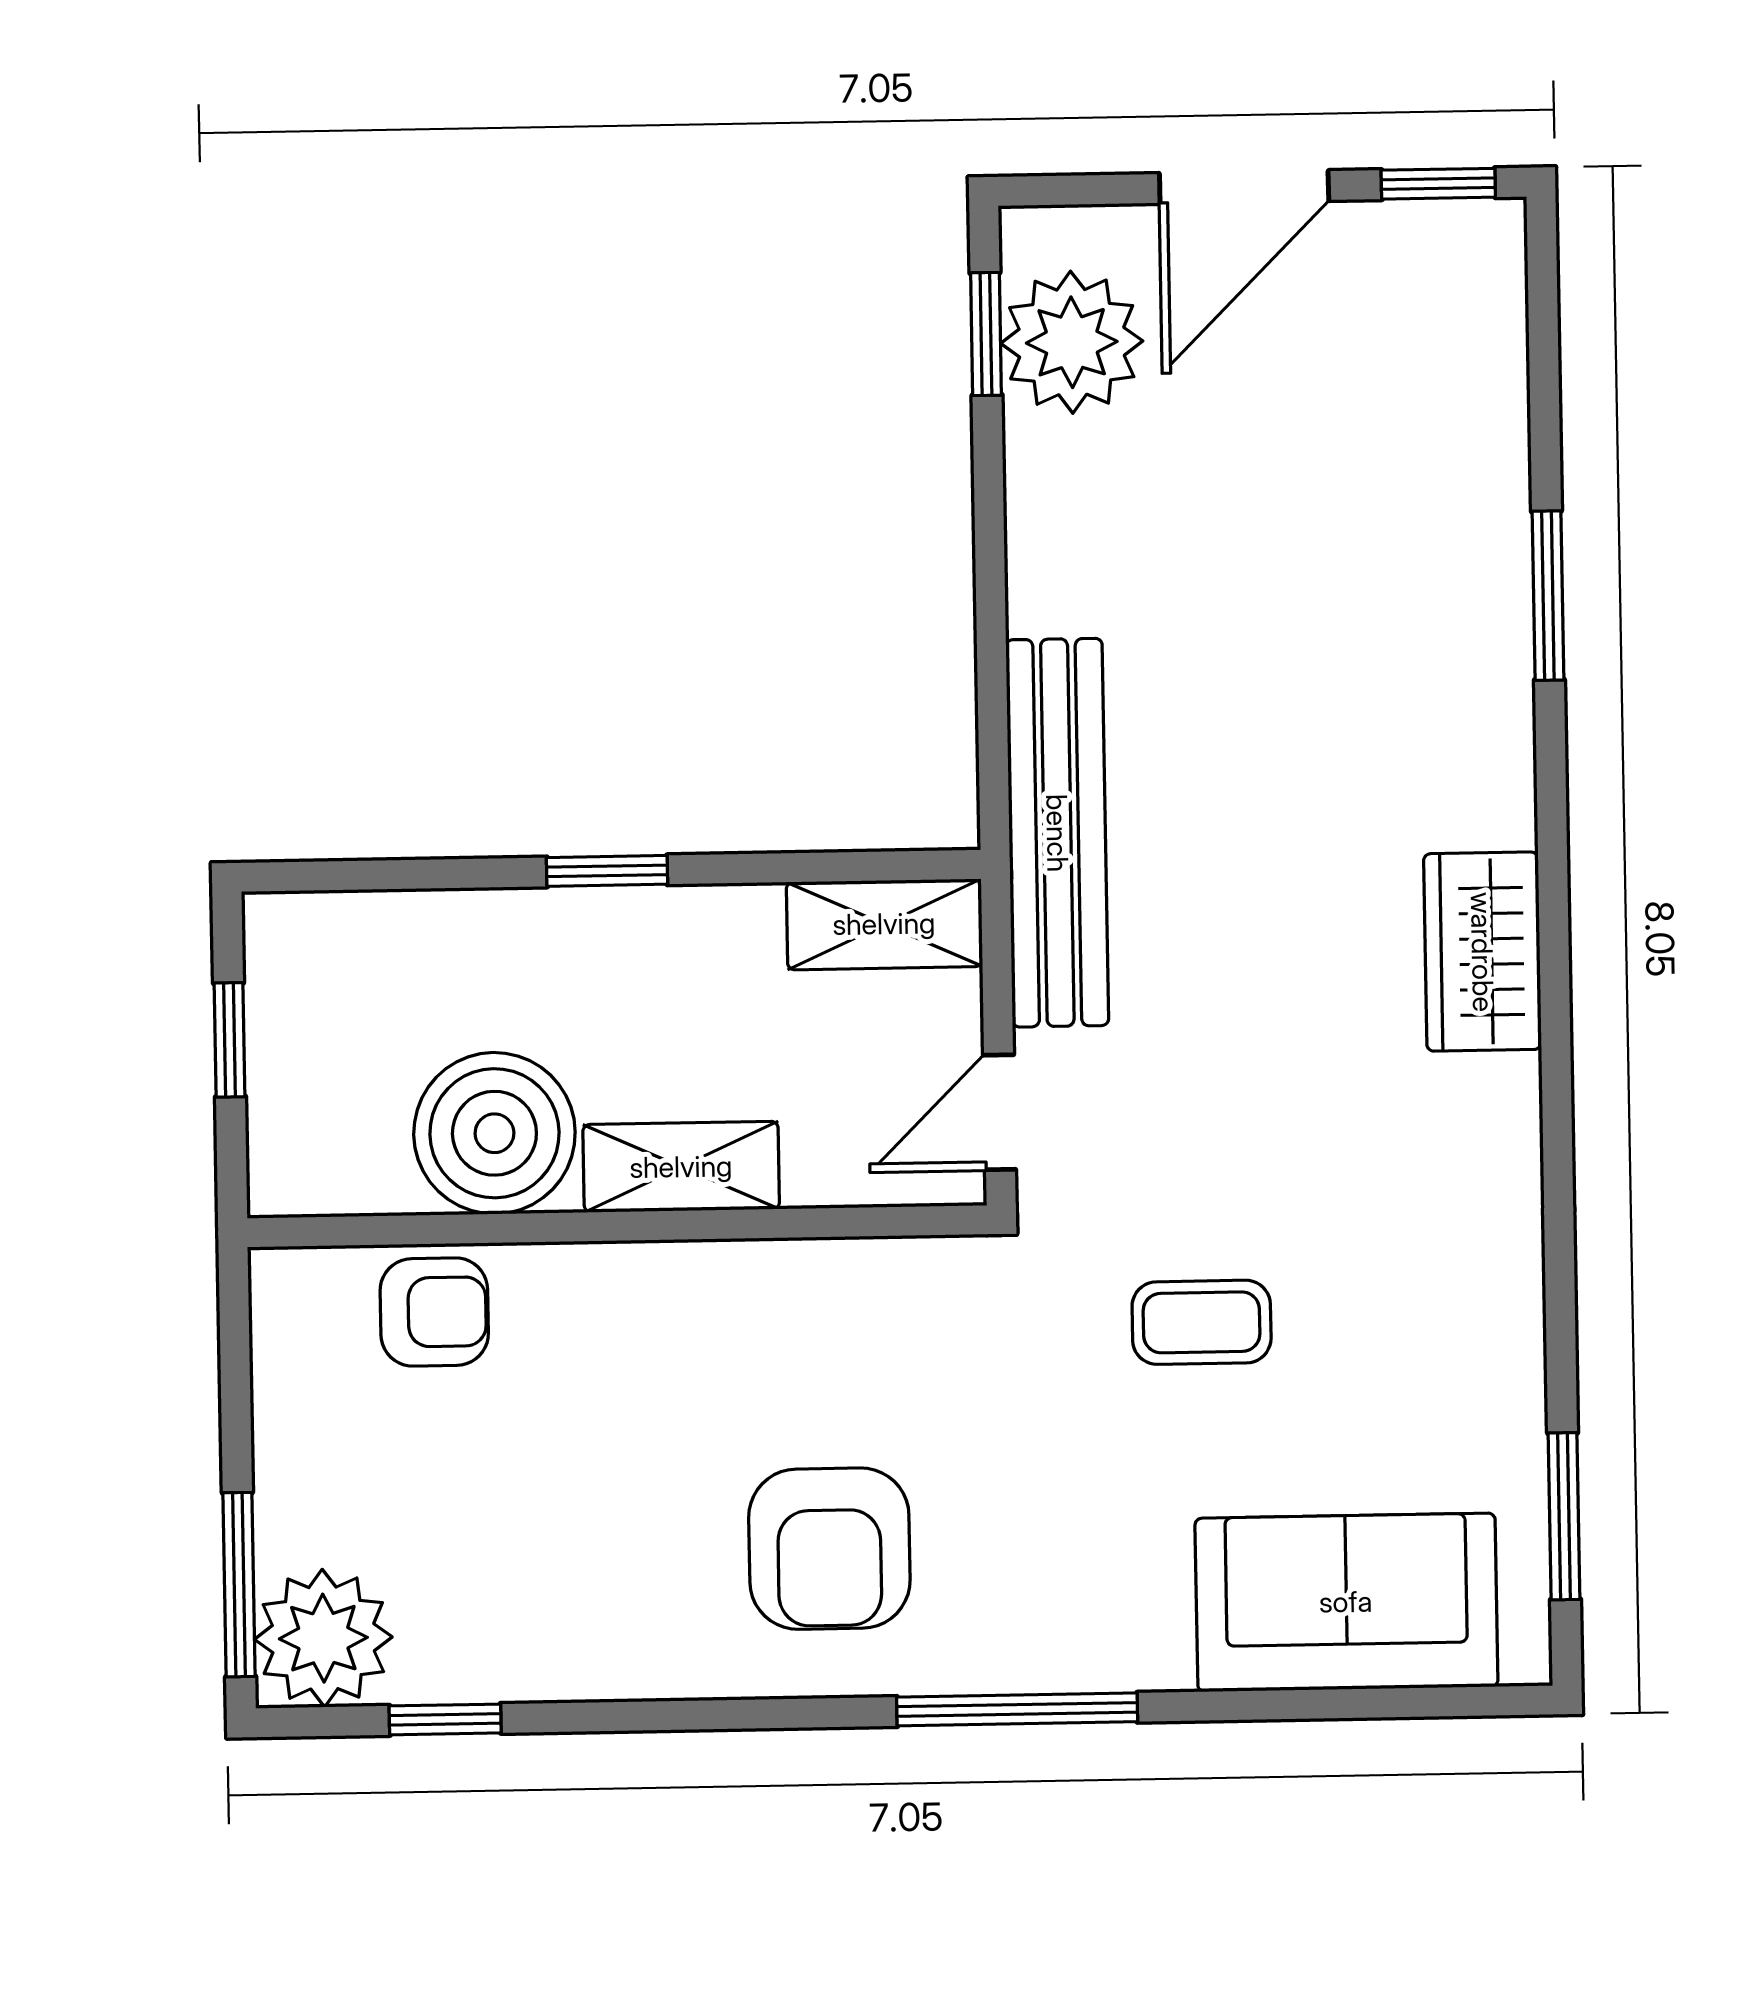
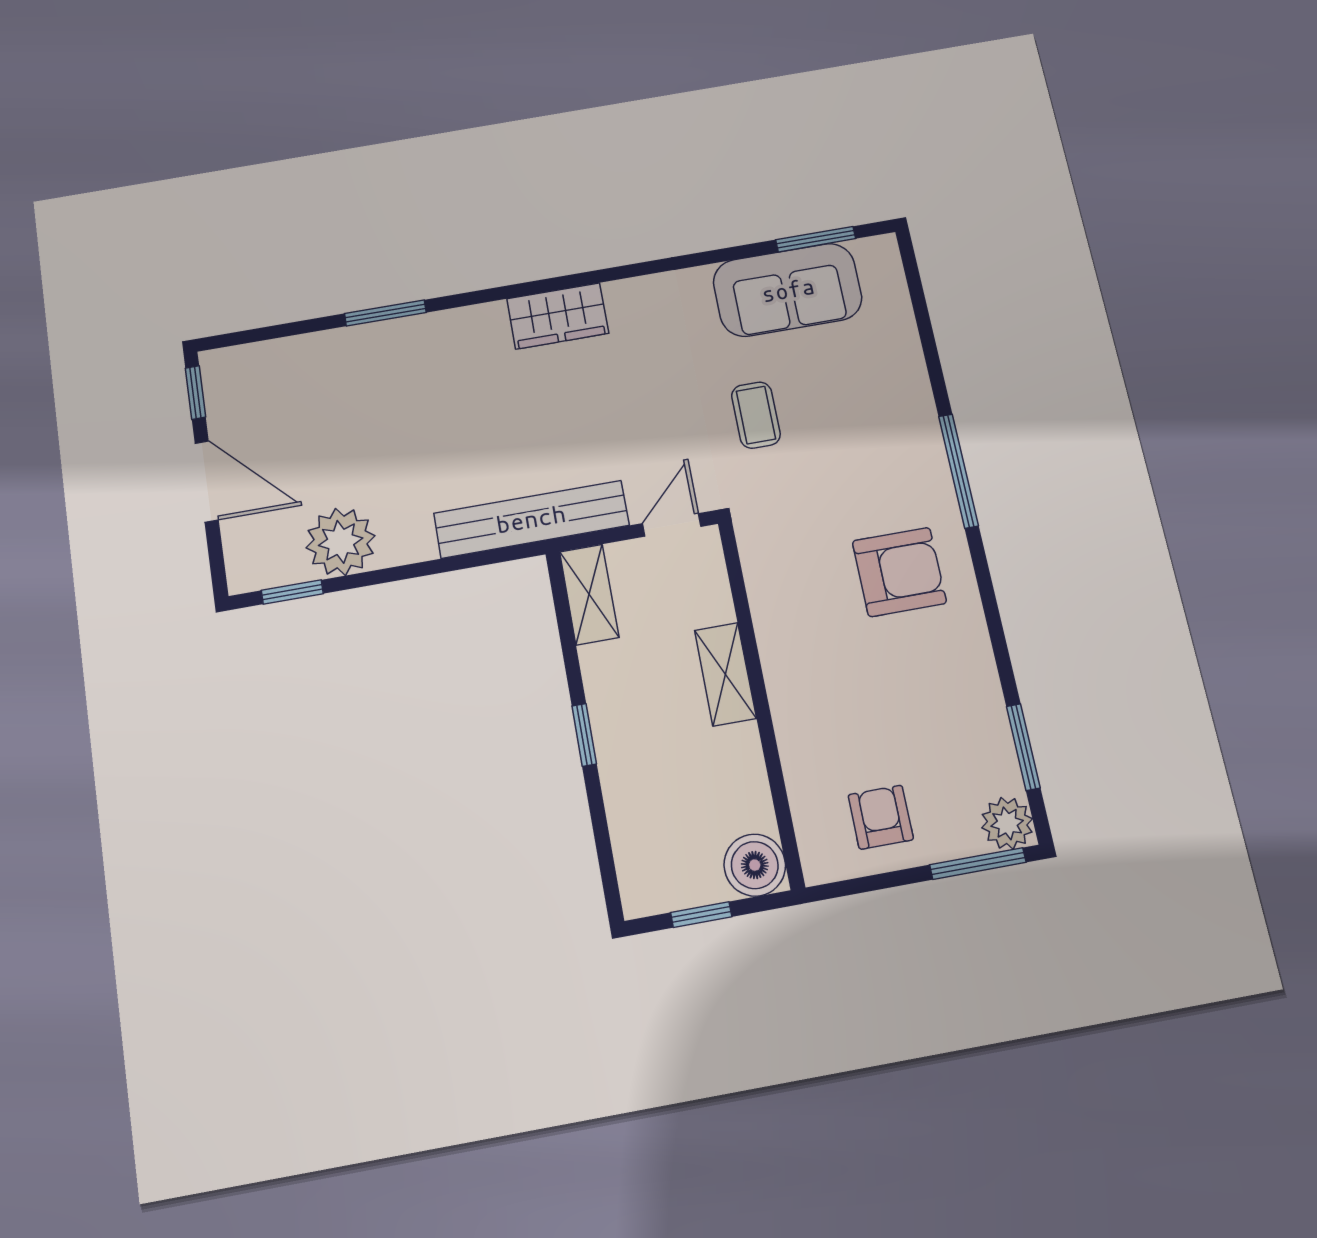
plant: (1072, 342) -> (341, 542), moved
door: (1000, 1112) -> (672, 525), swing flipped
boiler: (494, 1133) -> (755, 865), moved, width x0.73, depth x0.73
armchair: (434, 1312) -> (881, 817), moved
sofa: (1346, 1602) -> (788, 290), moved, turned -90
plant: (323, 1638) -> (1007, 823), width x0.73, depth x0.73
window: (445, 1719) -> (1023, 747), width x1.50

